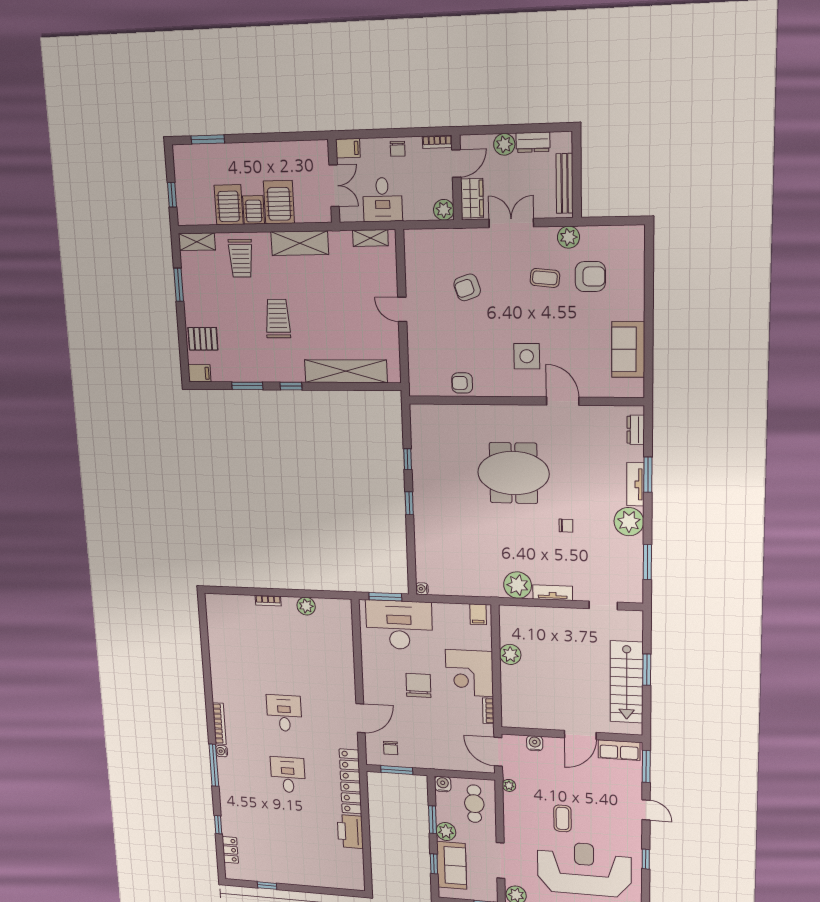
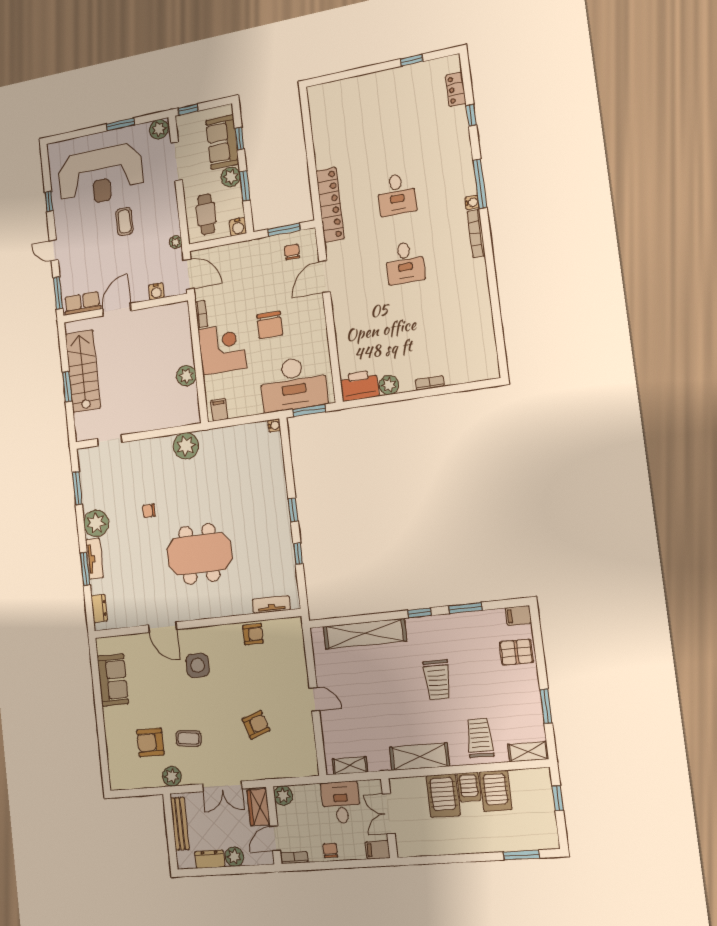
tv unit: (553, 593) -> (271, 604), moved, turned 180
printer: (350, 832) -> (359, 386), moved, turned -90

